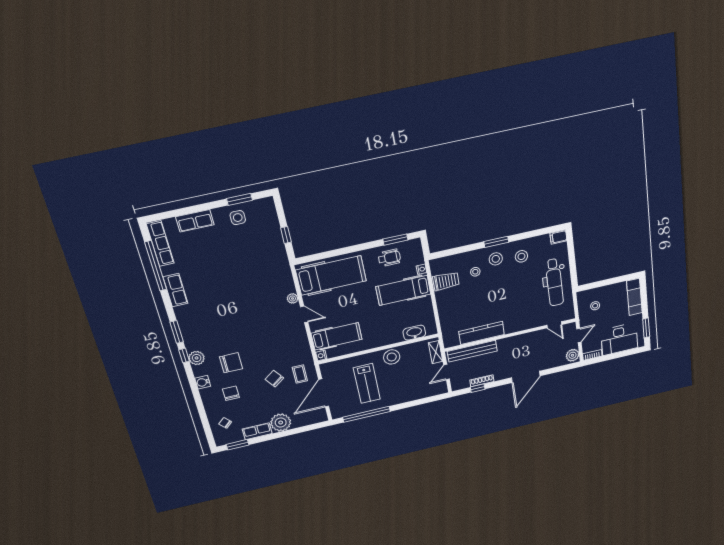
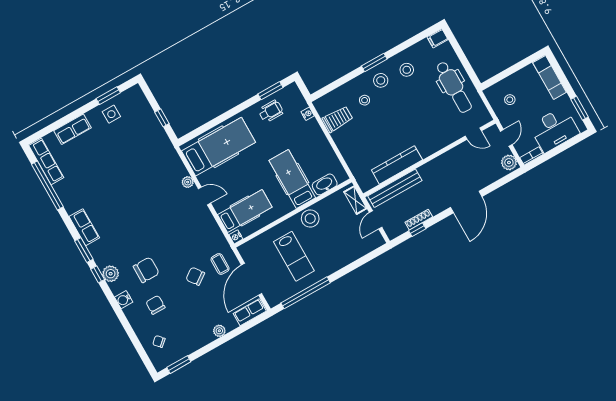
row of seats: (175, 290) -> (84, 227), moved
hospital bed: (403, 290) -> (292, 179), moved, turned 90
plant: (281, 423) -> (219, 331), width x0.53, depth x0.53
row of seats: (257, 431) -> (250, 312), moved

